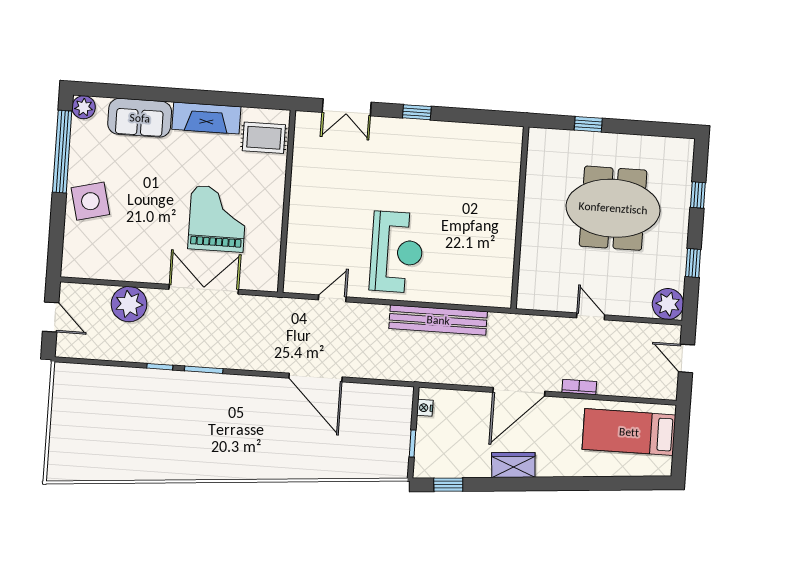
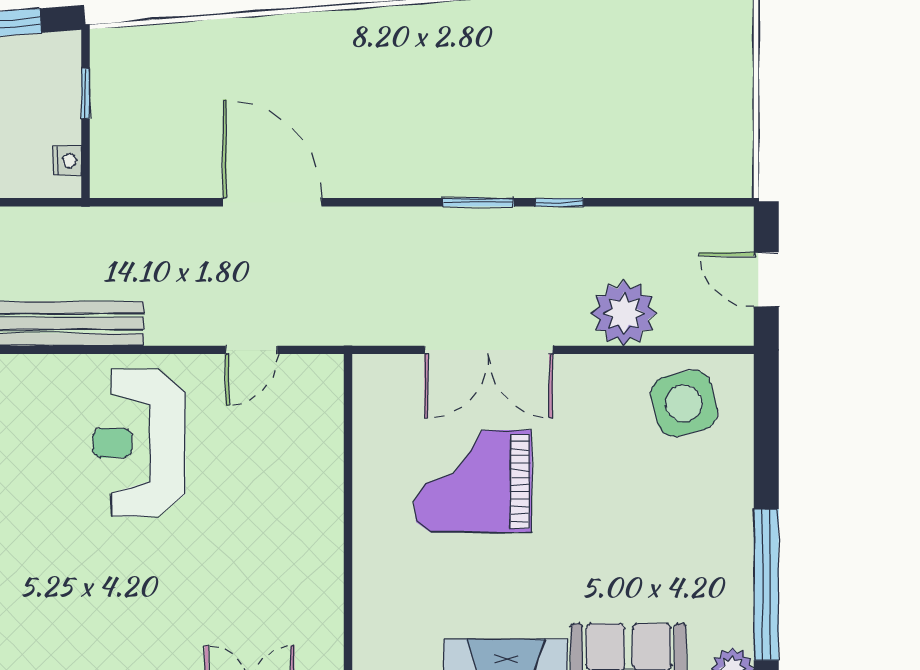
rug: (264, 138) -> (398, 636), removed
side table: (90, 201) -> (684, 403), moved
grand piano: (217, 219) -> (473, 481), turned 90

